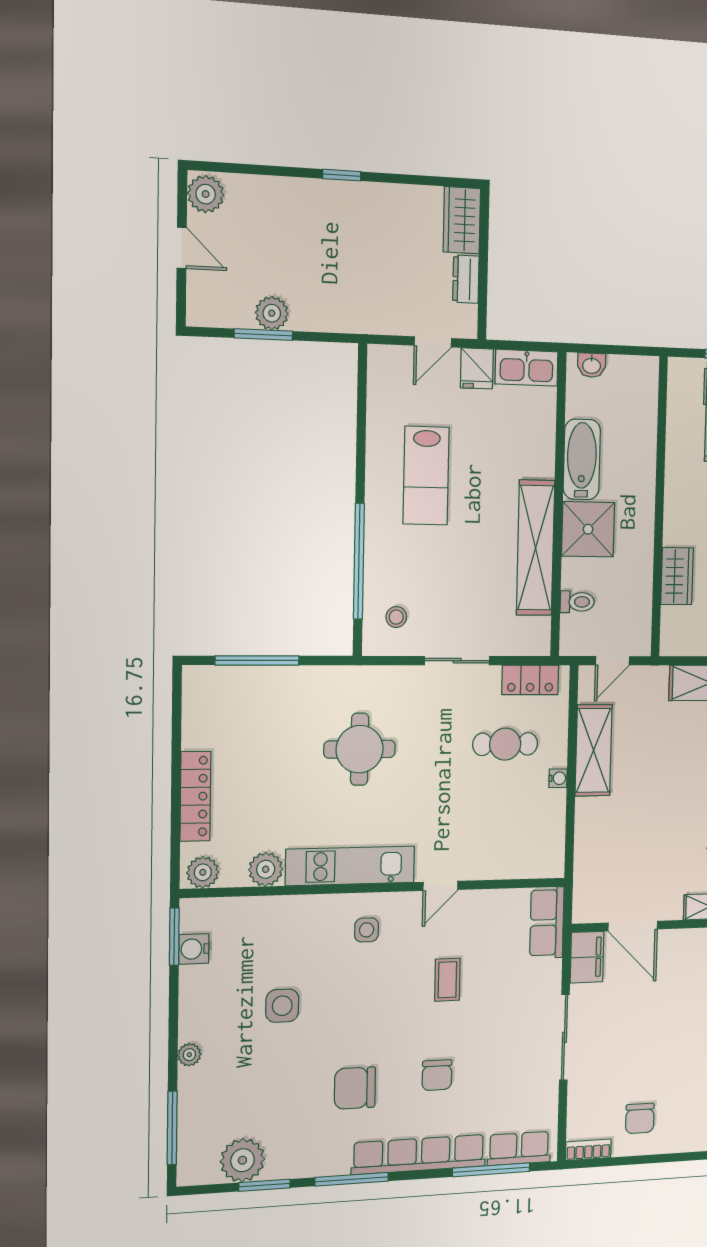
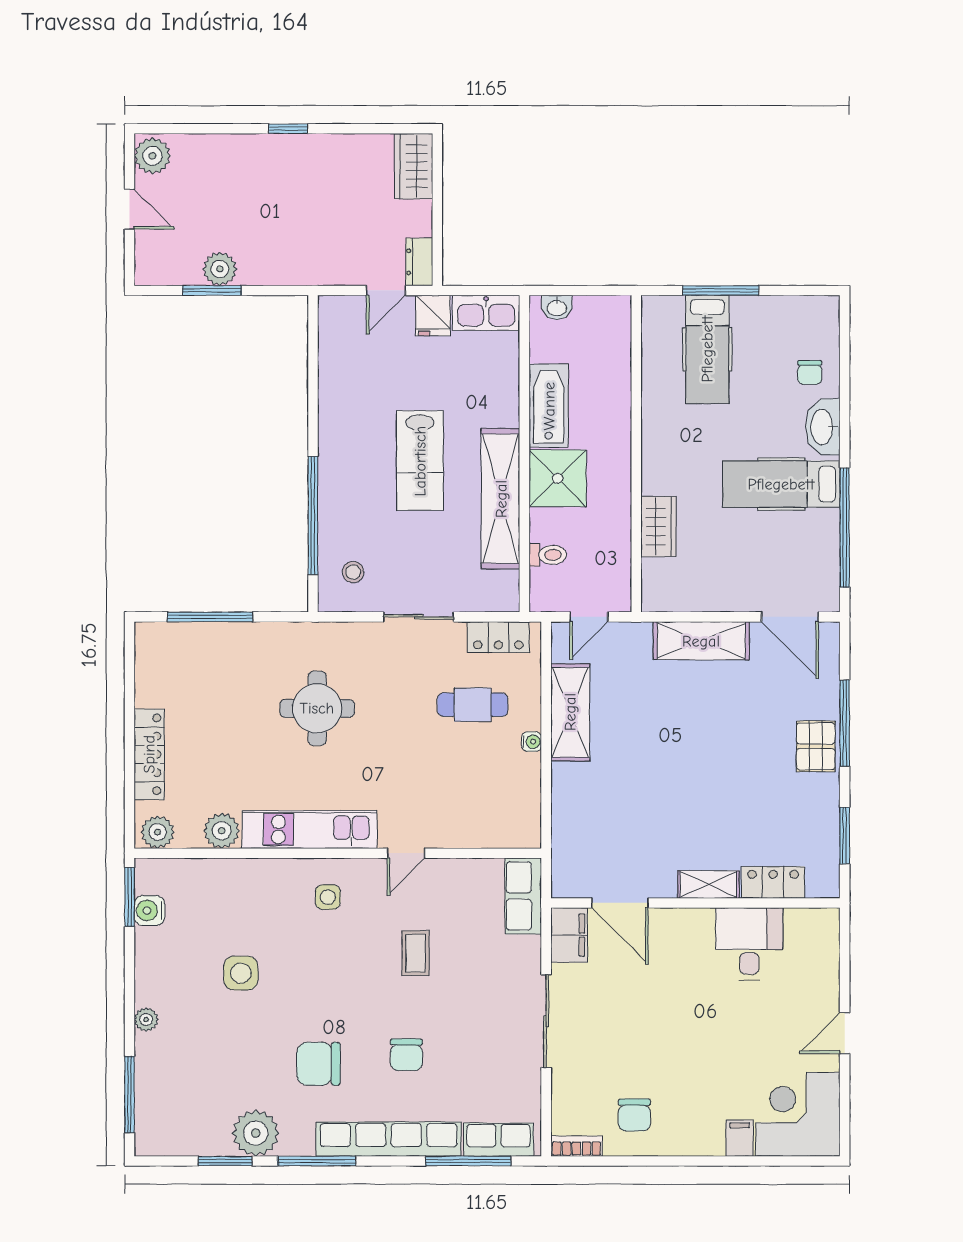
dresser: (466, 279) -> (419, 262), moved
lab bench: (426, 476) -> (420, 461), moved
plant: (242, 1160) -> (256, 1133), moved

